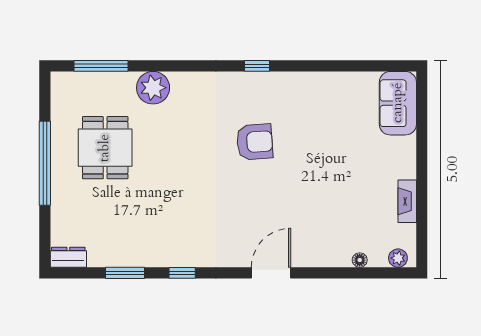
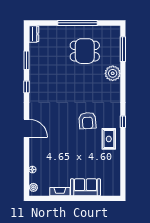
rug: (294, 96) -> (109, 139), added
sofa: (398, 103) -> (85, 187), moved

